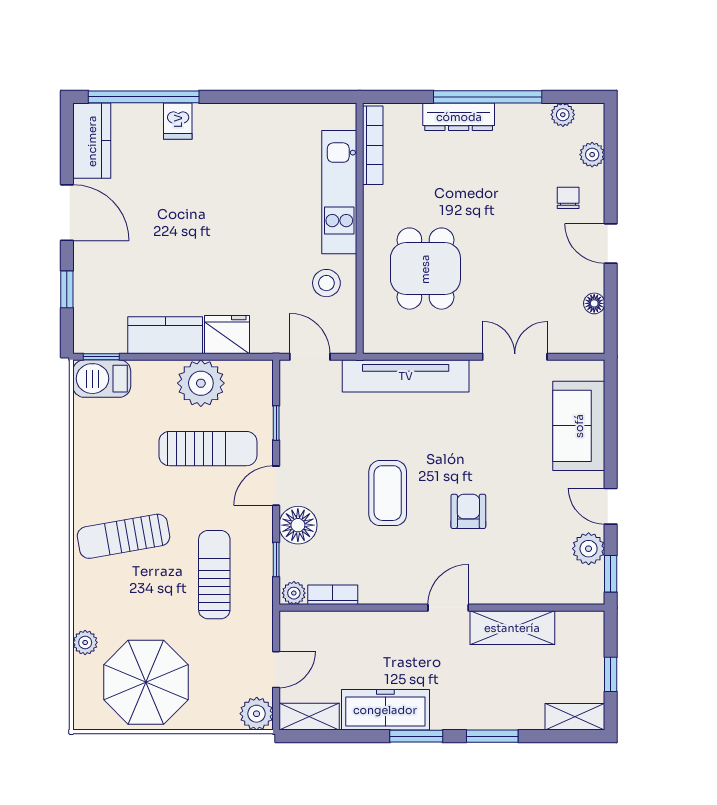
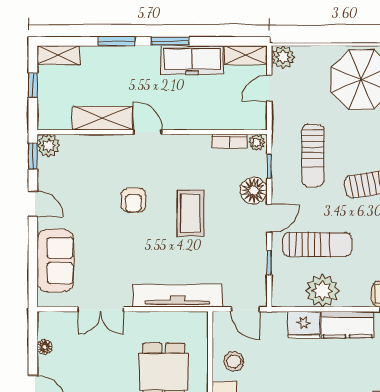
sun lounger: (208, 449) -> (317, 245), turned 180
plant: (589, 549) -> (49, 146), moved
door: (448, 608) -> (148, 132), swing flipped

